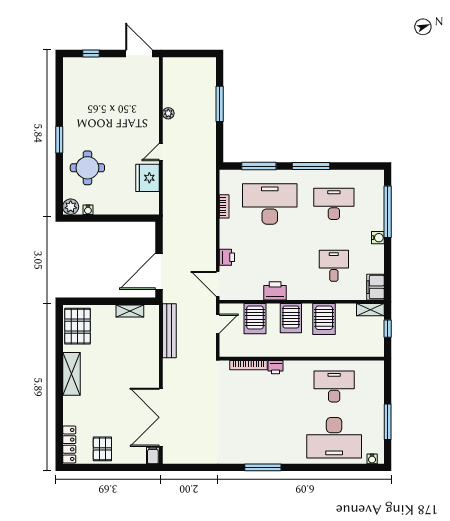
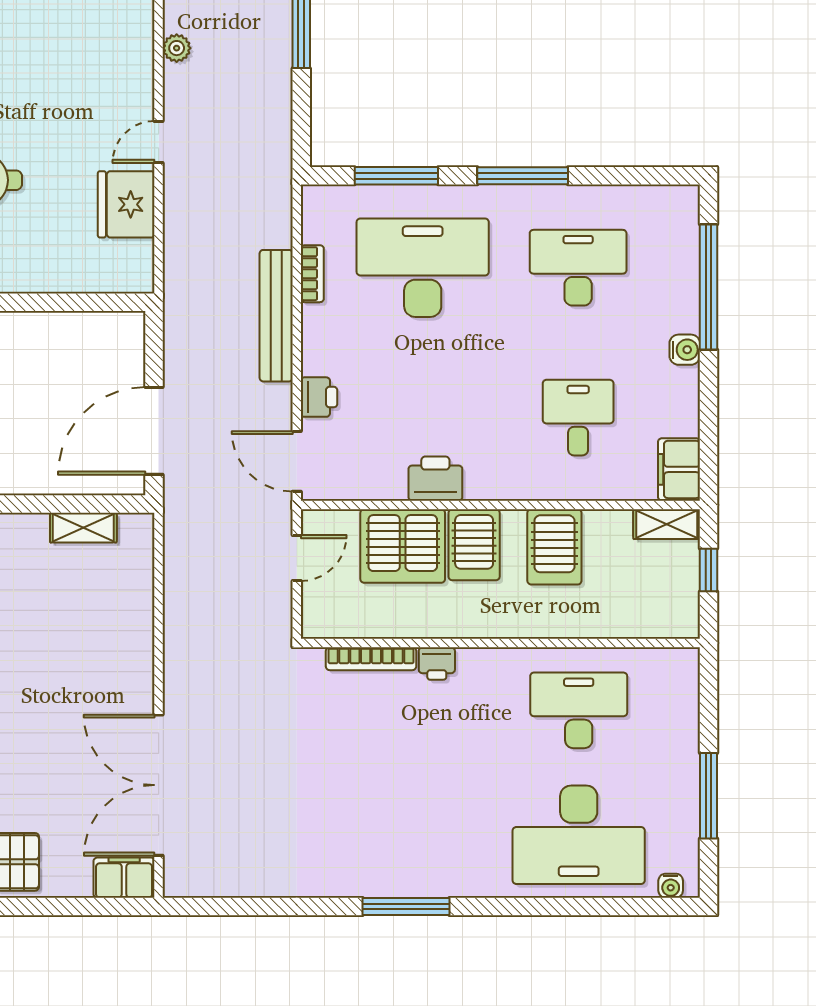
server rack: (255, 319) -> (403, 546), width x1.60
bench: (169, 331) -> (276, 316), moved
filing cabinet: (153, 455) -> (124, 878), width x2.00

